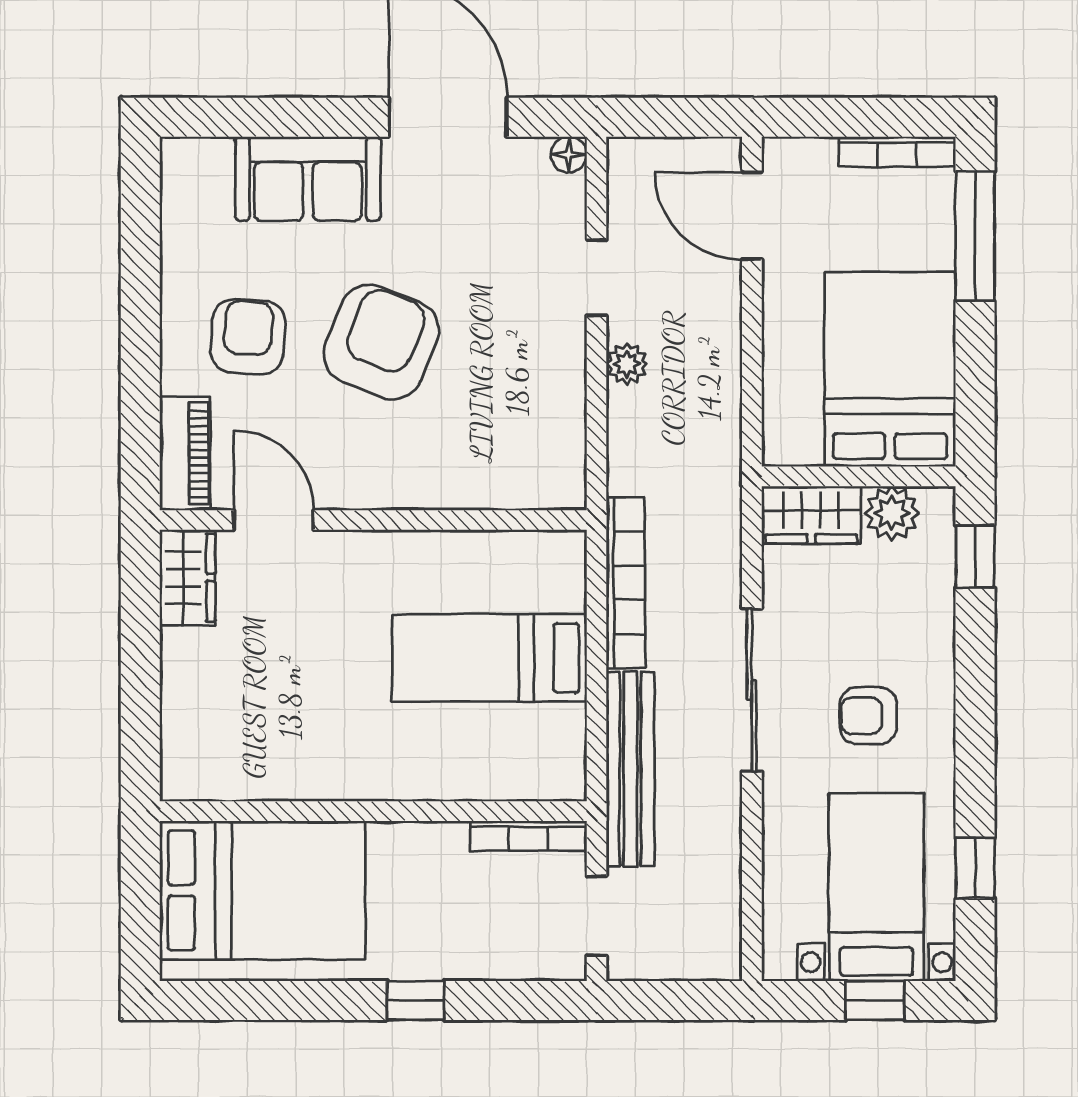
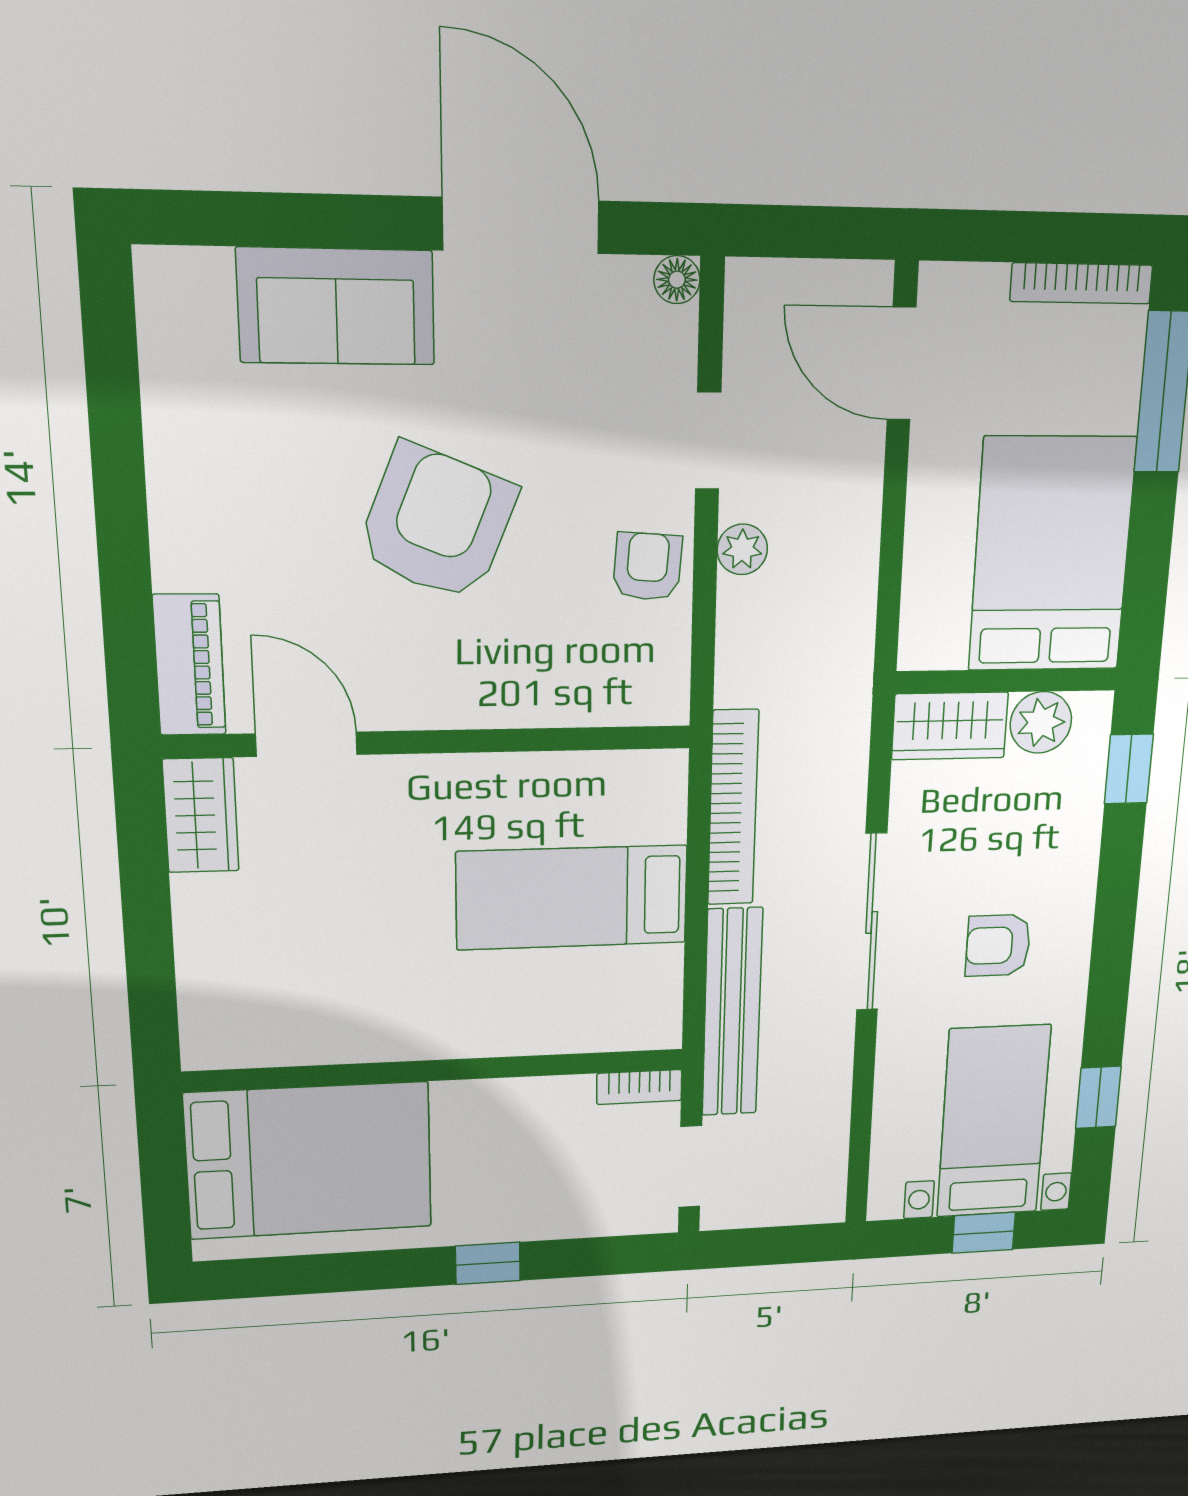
armchair: (248, 337) -> (647, 566), moved, width x0.72, depth x0.72
bookcase: (528, 836) -> (639, 1087), width x0.64

